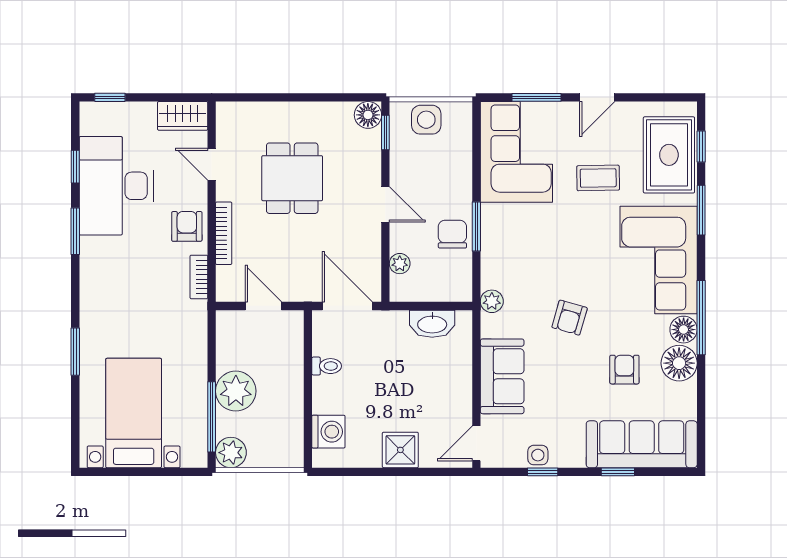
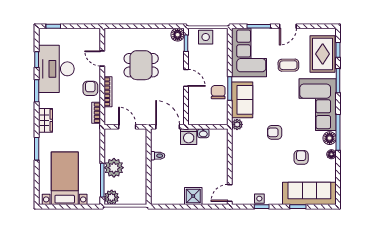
wardrobe: (183, 116) -> (45, 120), moved, turned -90
dining table: (292, 178) -> (141, 65), turned 90
plant: (400, 264) -> (193, 106), removed
armchair: (570, 318) -> (275, 132), turned 74
washbasin: (432, 324) -> (203, 133), width x0.52, depth x0.69
floor lamp: (679, 363) -> (331, 154), width x0.53, depth x0.53
sofa: (502, 376) -> (242, 100), moved
washing machine: (328, 432) -> (189, 137), moved, turned 90

